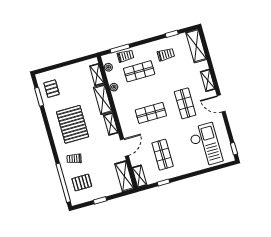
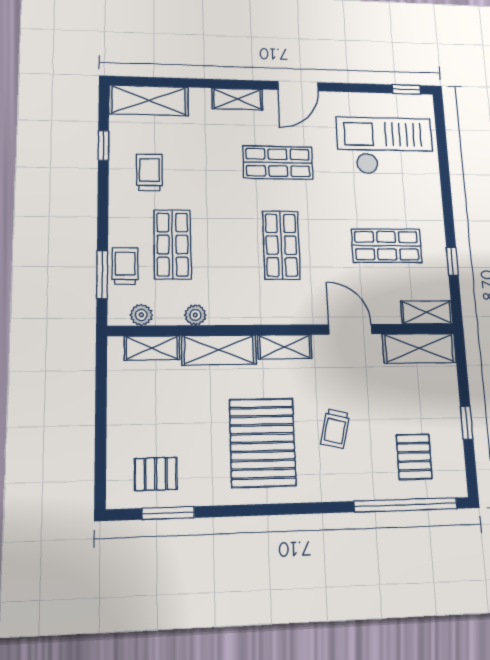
pallet: (73, 124) -> (263, 443), turned 90
trolley: (74, 159) -> (335, 429), moved

